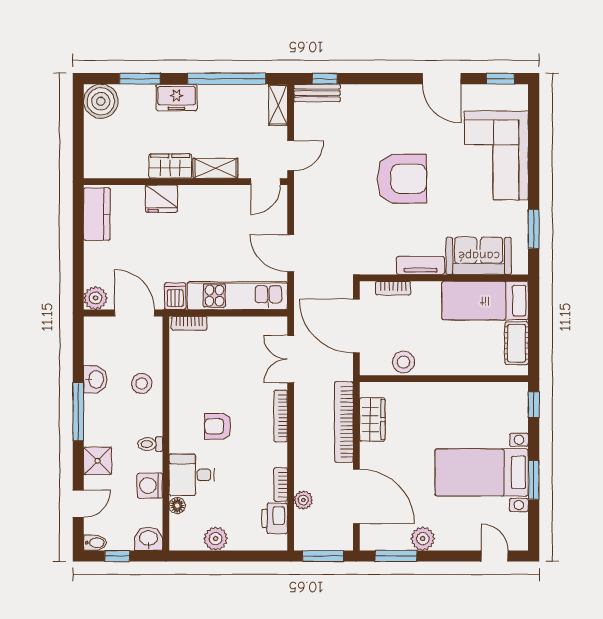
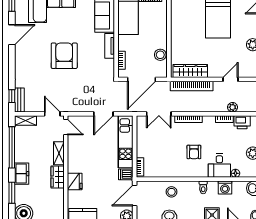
wardrobe: (372, 419) -> (190, 71), width x1.50
door: (356, 496) -> (231, 79), width x0.53

